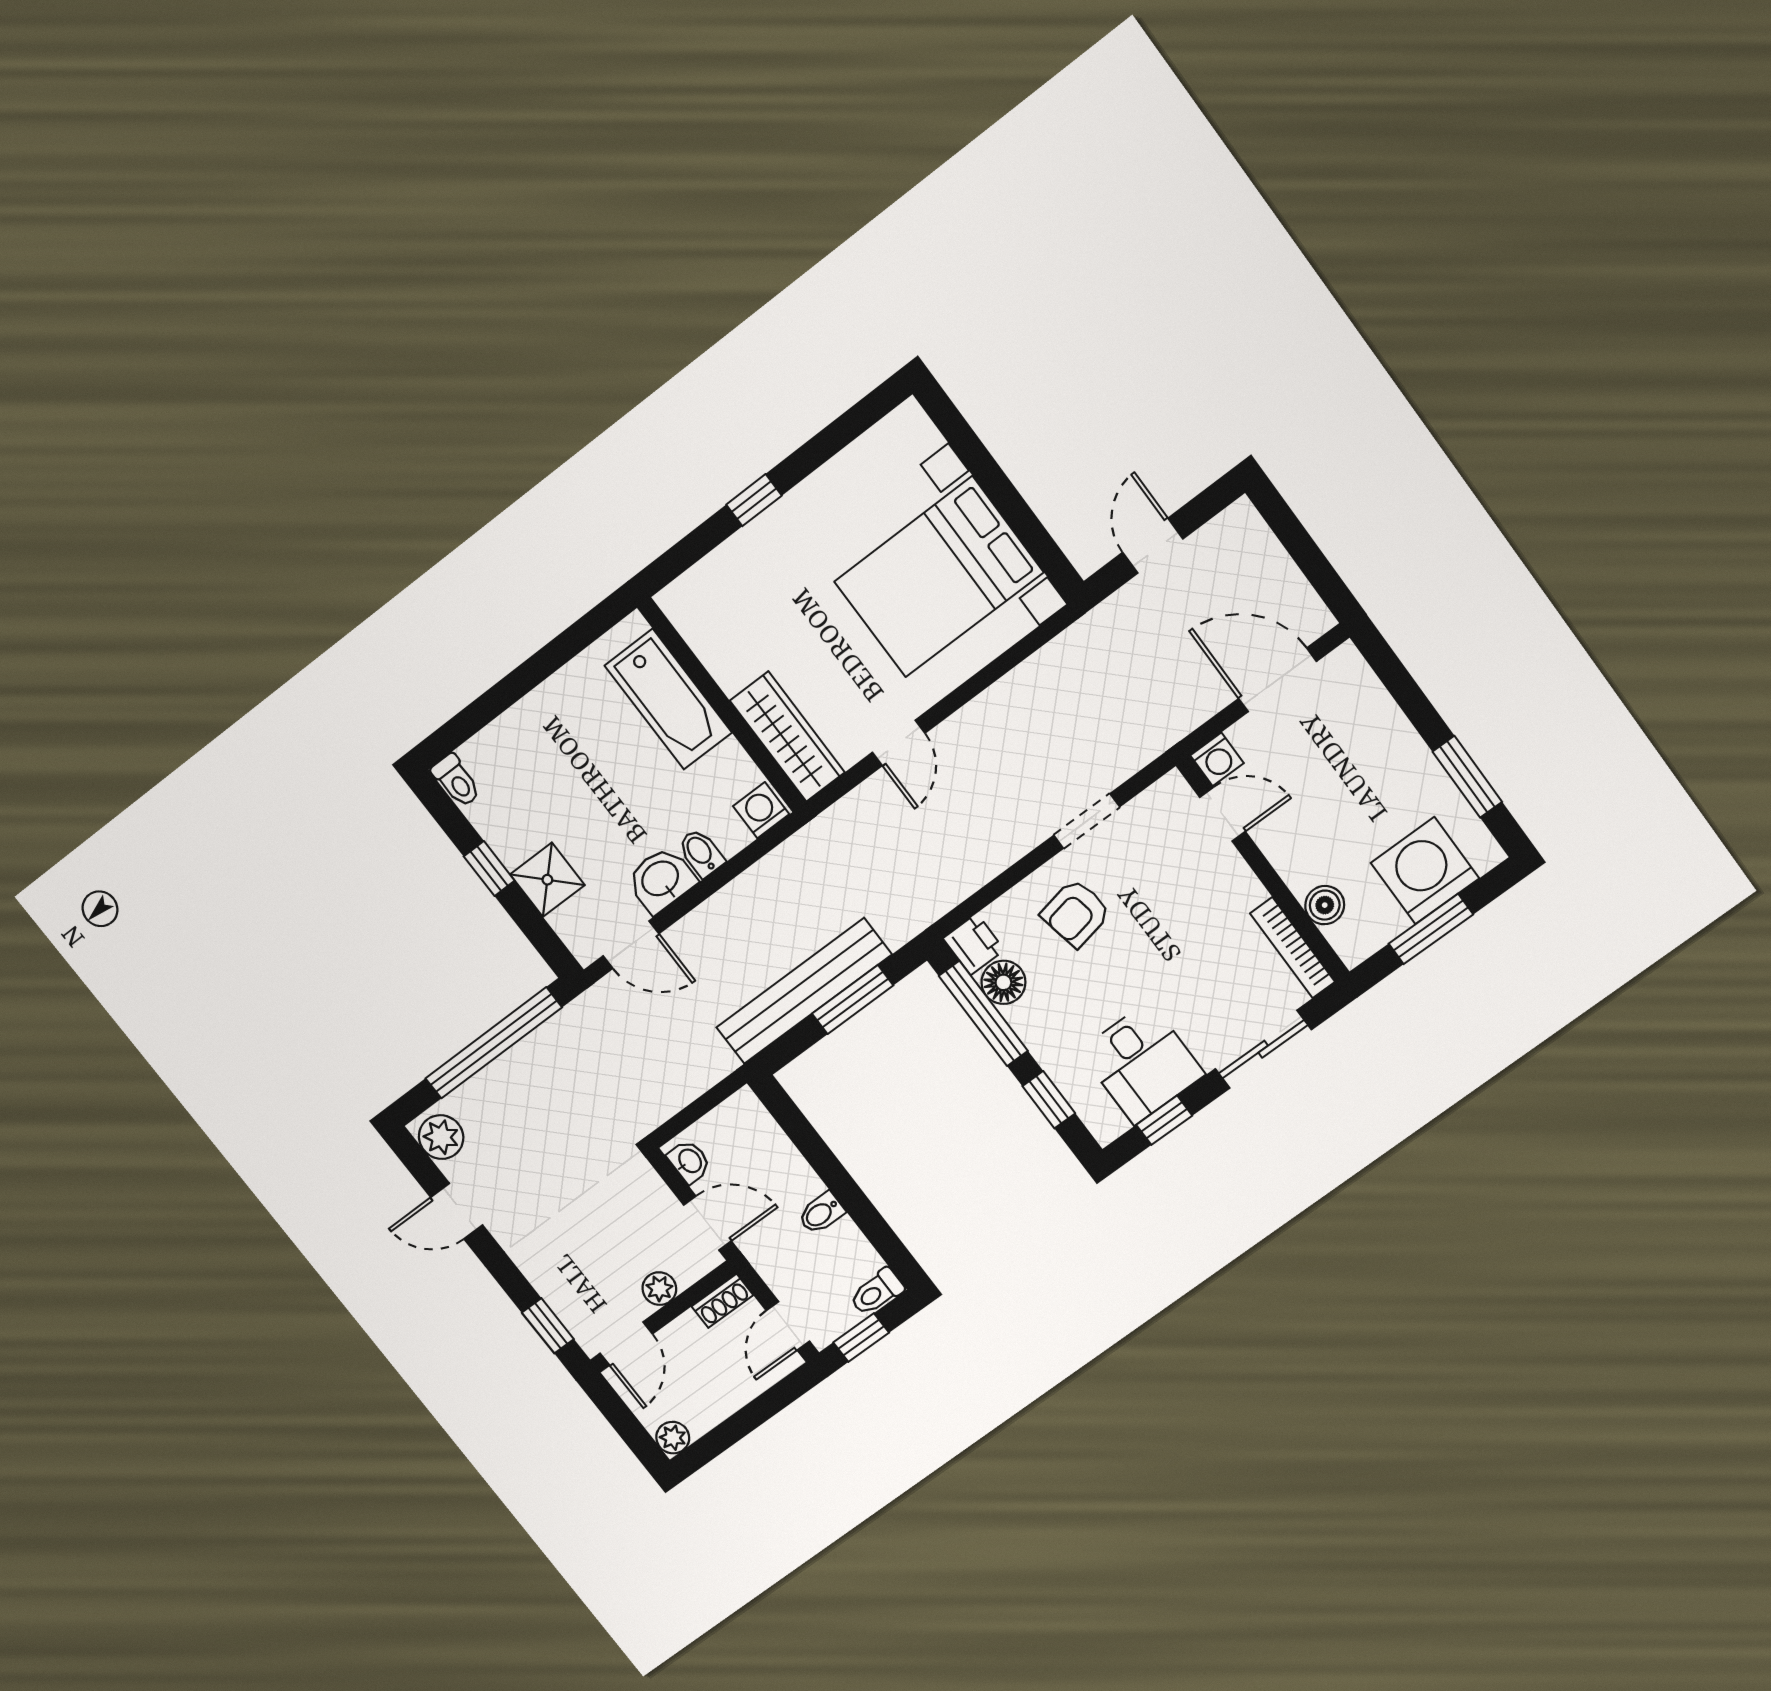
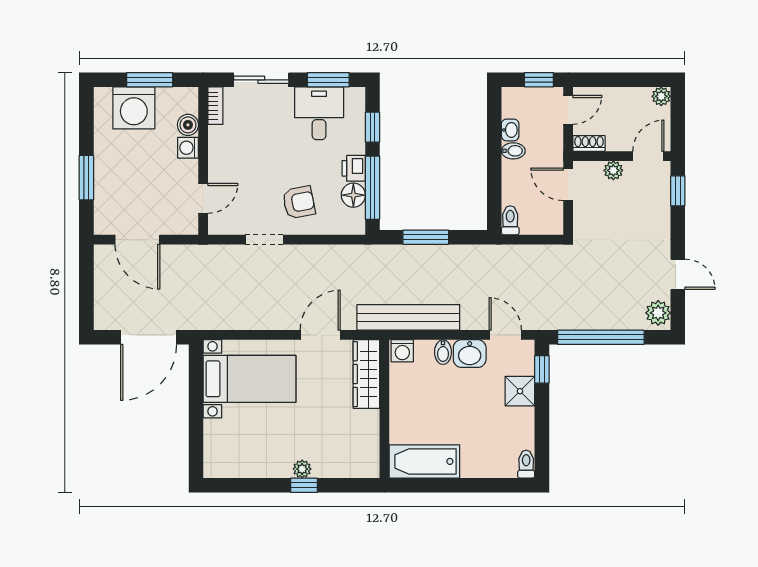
plant: (775, 522) -> (302, 469), added
door: (1153, 546) -> (149, 337), width x1.88
bed with nightstands: (939, 577) -> (250, 379), width x0.73
bathtub: (668, 699) -> (424, 461), moved, turned -90
door: (899, 743) -> (320, 335), width x1.38
washing machine: (1217, 759) -> (188, 148), moved, turned -90
window: (1467, 777) -> (86, 178), moved
door: (1222, 814) -> (203, 198), swing flipped
window: (489, 869) -> (542, 369), moved
printer: (974, 944) -> (354, 168), moved
bookcase: (1293, 948) -> (215, 106), width x0.64
bench: (804, 991) -> (408, 317), moved
window: (1164, 1120) -> (328, 80), width x1.50
washbasin: (689, 1161) -> (510, 130), moved, turned 180
toilet: (877, 1292) -> (510, 220), moved, turned -90

